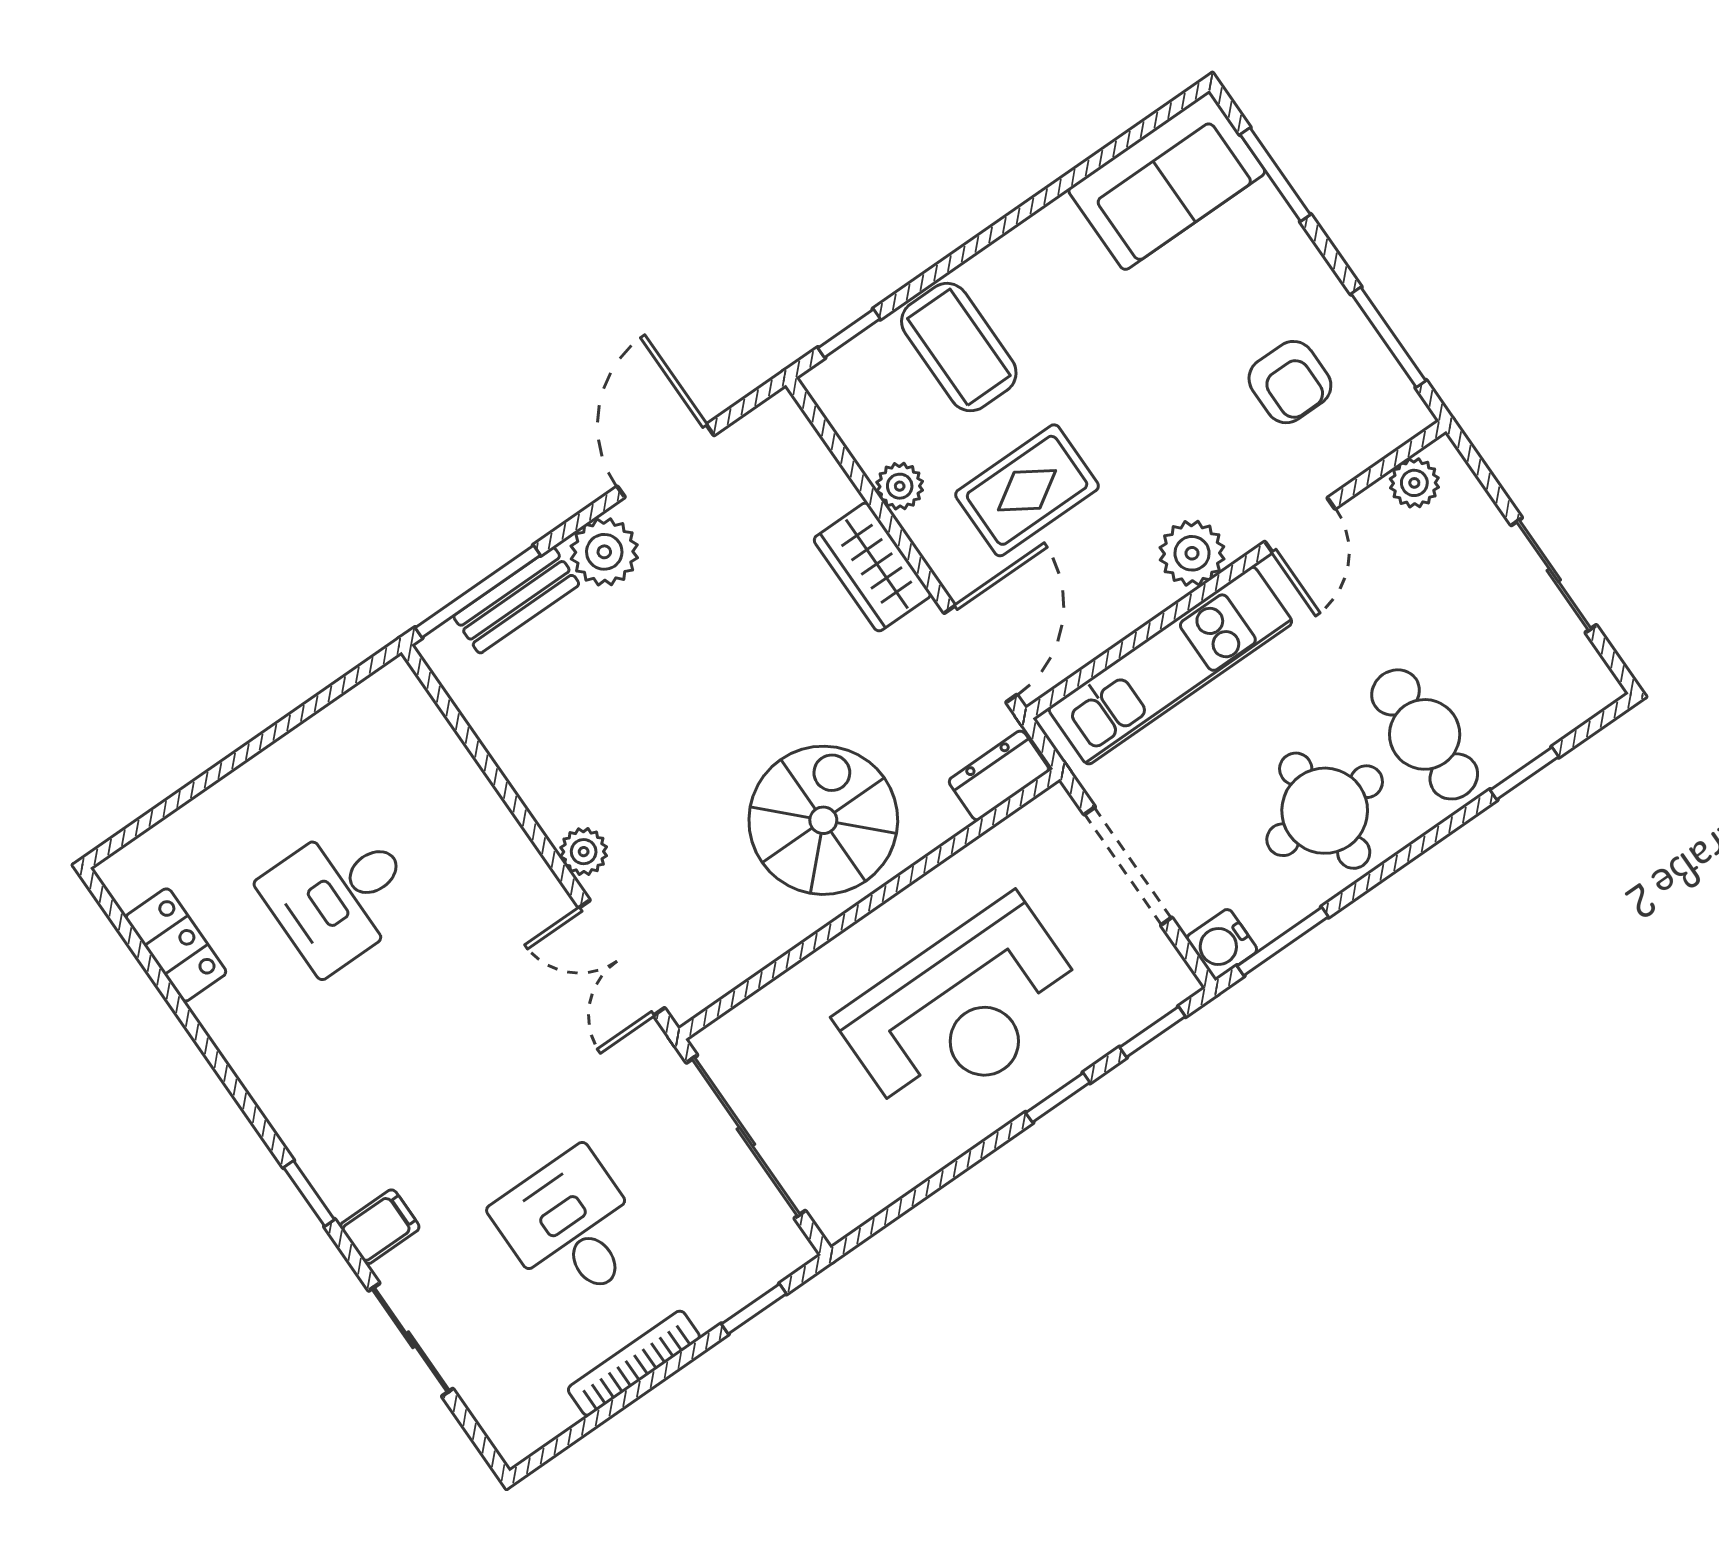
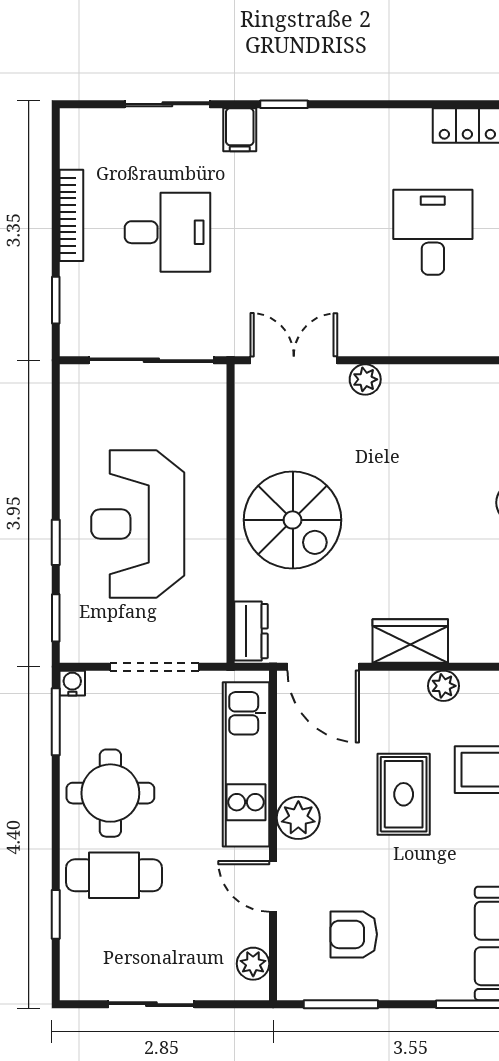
rug: (1027, 490) -> (404, 794), moved
water cooler: (1222, 944) -> (72, 683), width x0.72, depth x0.72

